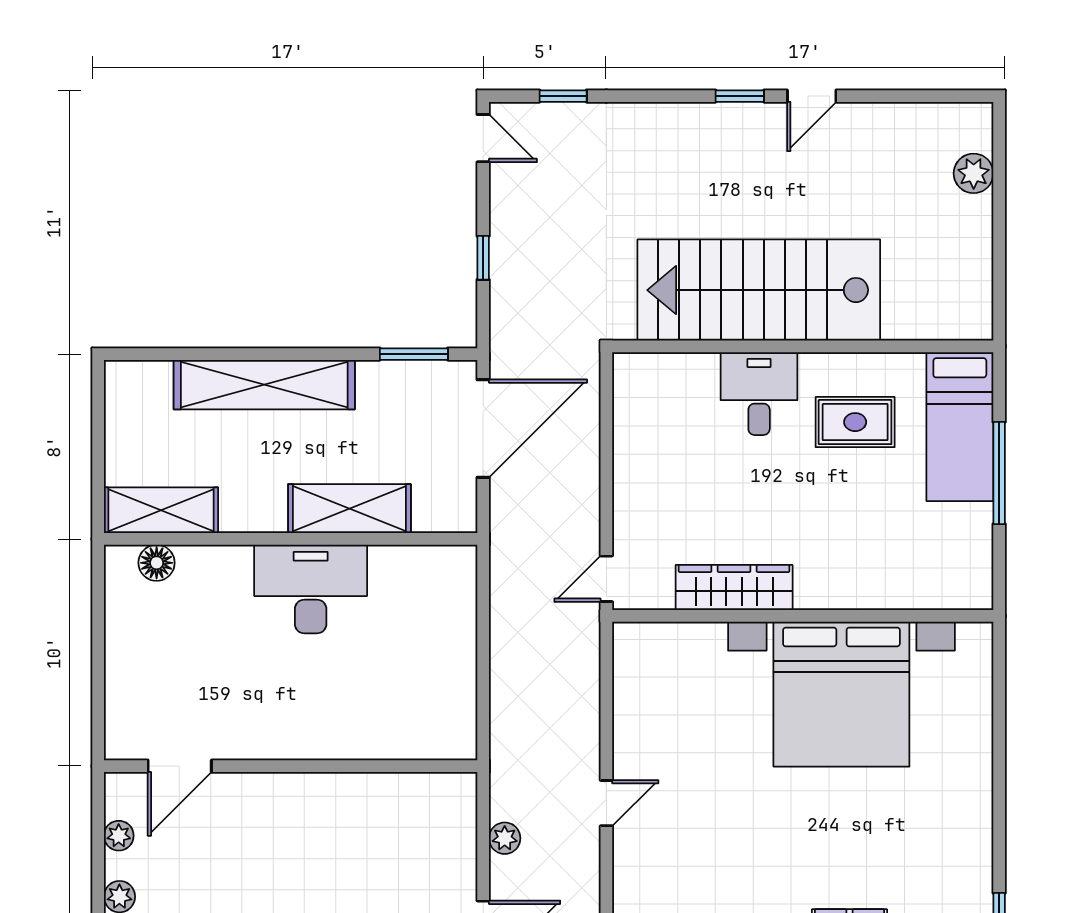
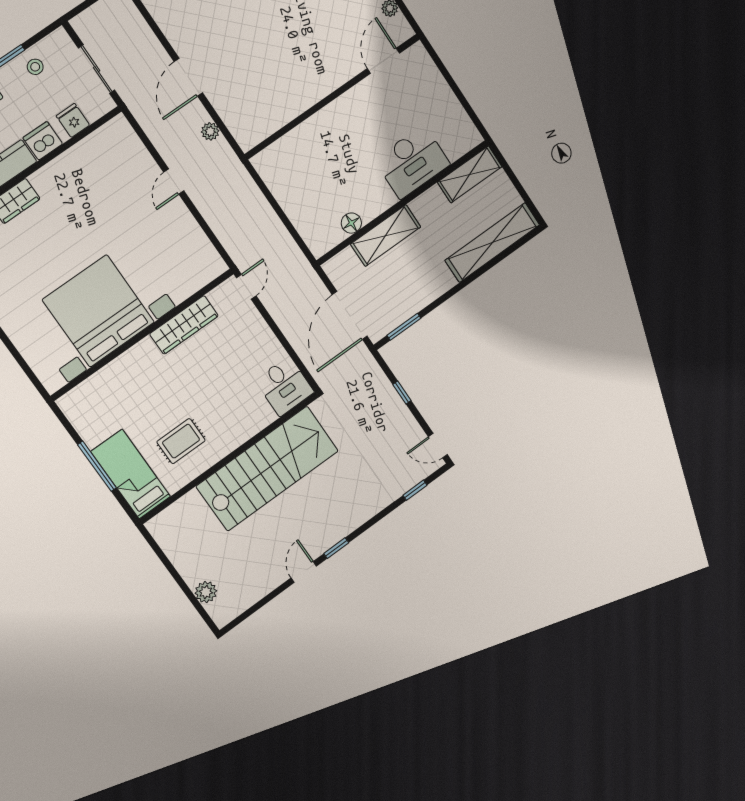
shelving: (264, 385) -> (492, 243), moved
desk: (759, 394) -> (284, 386), moved
floor lamp: (157, 563) -> (351, 223), moved
desk: (311, 589) -> (412, 162), moved

